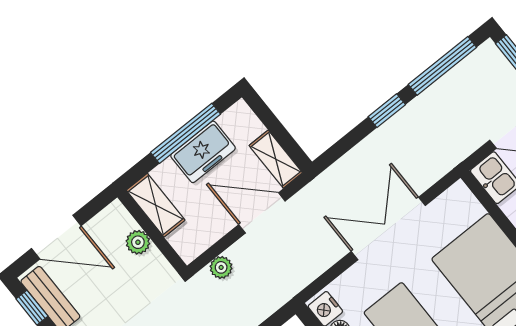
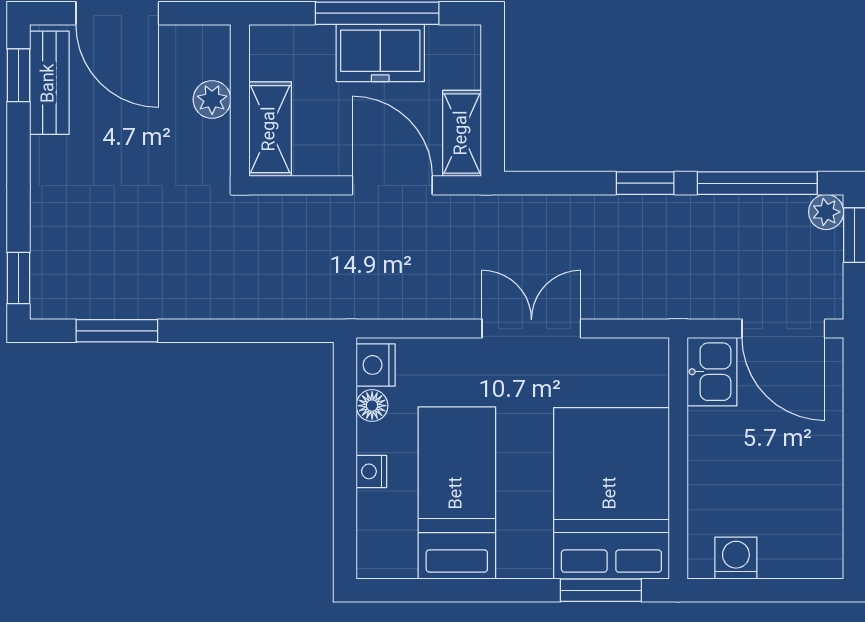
shelving: (156, 205) -> (270, 129), moved
double door: (388, 228) -> (531, 329), width x0.73
plant: (221, 267) -> (826, 212), moved

